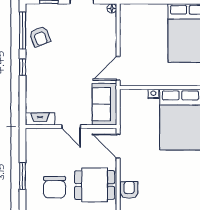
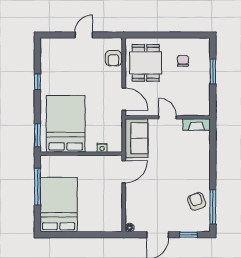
window: (23, 67) -> (213, 173), removed
nightstand: (153, 94) -> (102, 148), moved
dining table: (95, 185) -> (146, 63), turned 90
chair: (54, 187) -> (183, 61), width x0.54, depth x0.54

